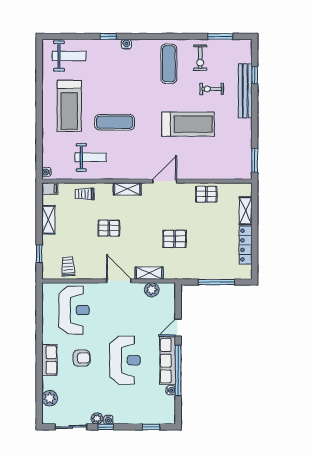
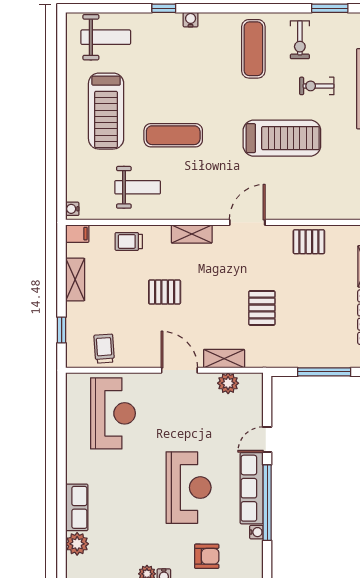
pallet: (175, 239) -> (262, 308), turned 90
armchair: (82, 358) -> (207, 556), moved
row of seats: (49, 360) -> (77, 507), moved

